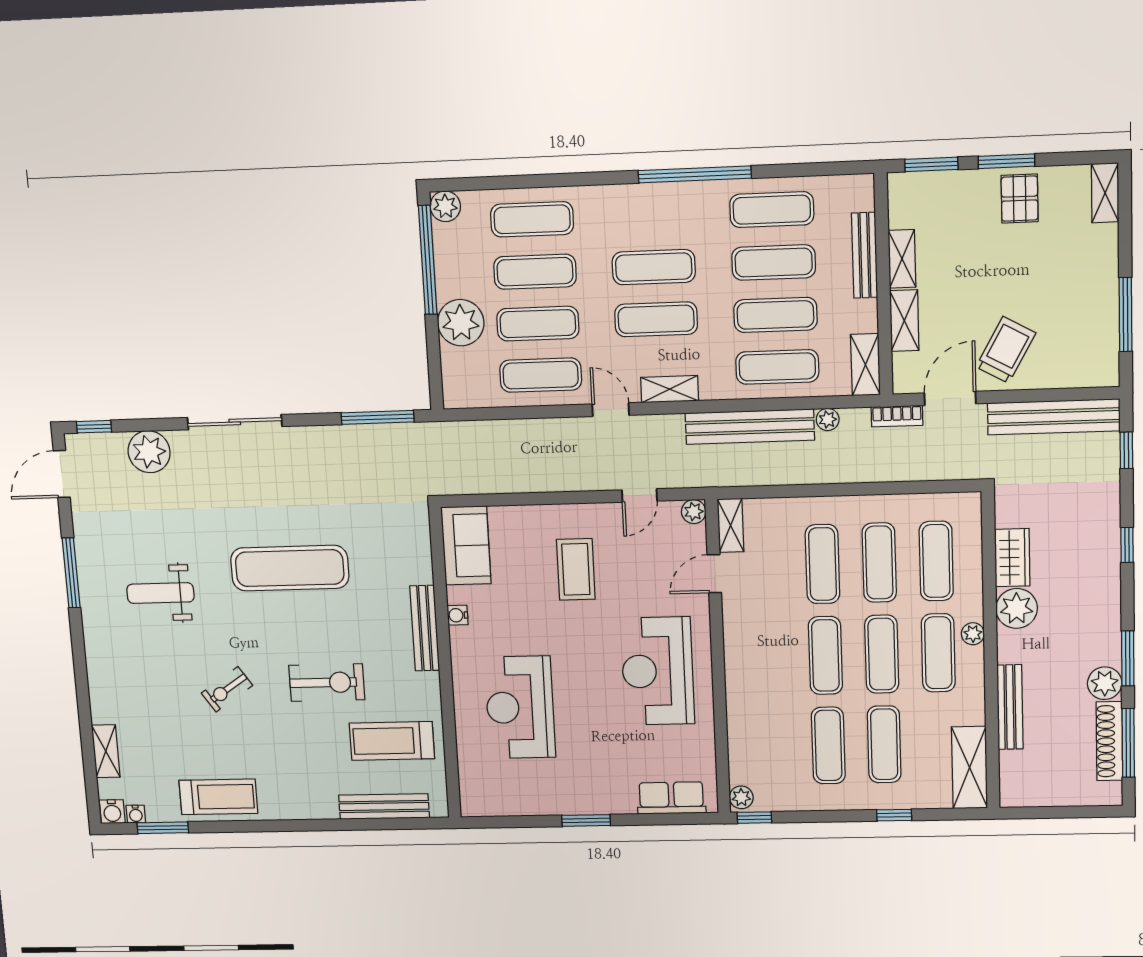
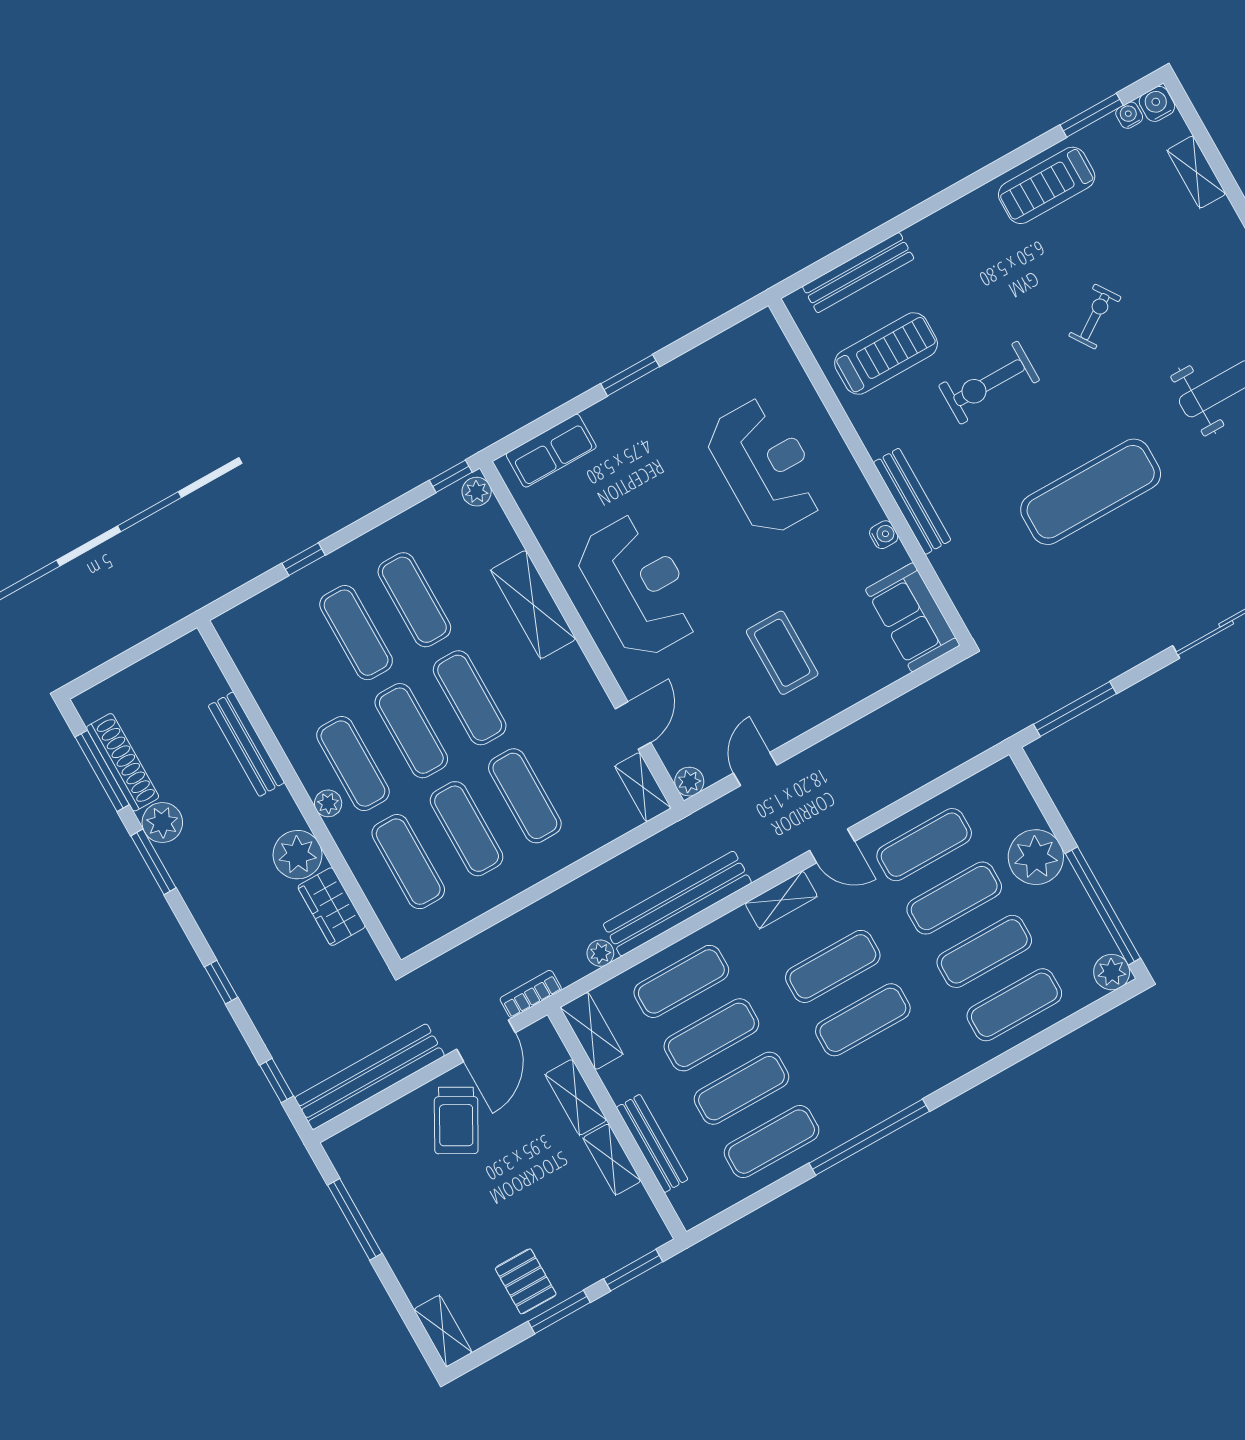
shelving: (969, 767) -> (533, 605), moved

